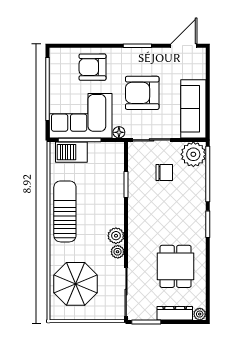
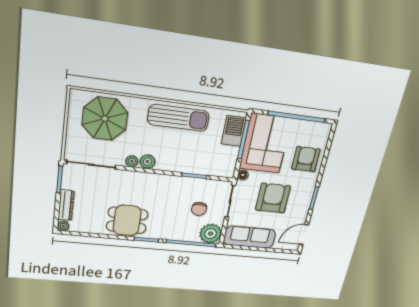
door: (184, 46) -> (304, 235), swing flipped
dining table: (176, 266) -> (127, 220), moved

